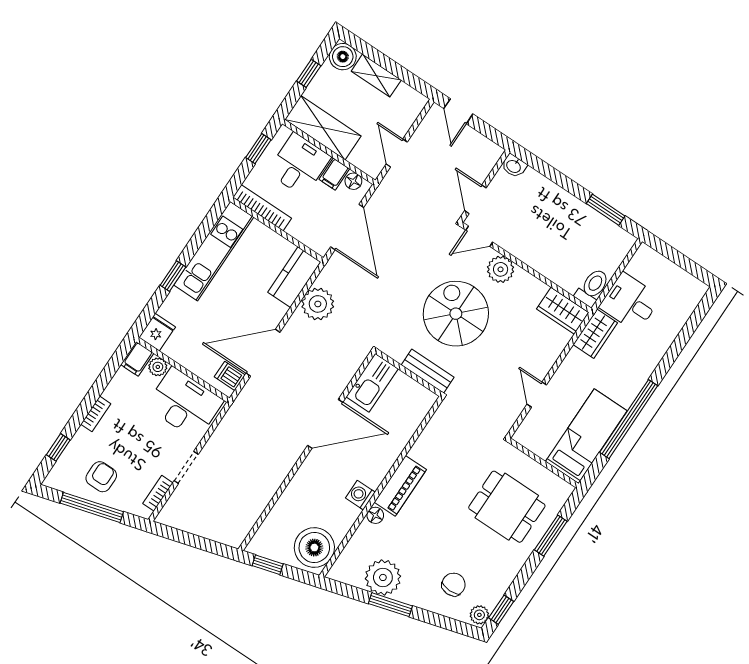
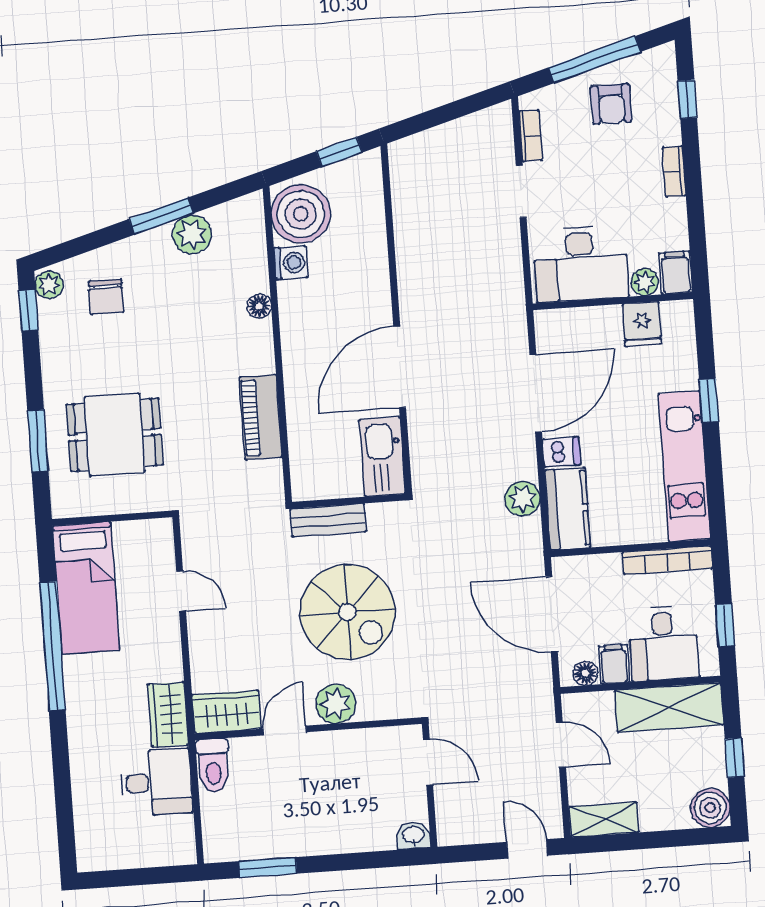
shelving: (376, 76) -> (604, 820), moved
door: (479, 236) -> (285, 730), moved
plant: (318, 304) -> (522, 499), width x0.73, depth x0.73
fridge: (157, 332) -> (642, 324), moved
dishwasher: (230, 376) -> (561, 452), moved
piano: (400, 486) -> (261, 417), moved
washing machine: (360, 495) -> (291, 263), moved
plant: (383, 577) -> (192, 234), width x0.73, depth x0.73

